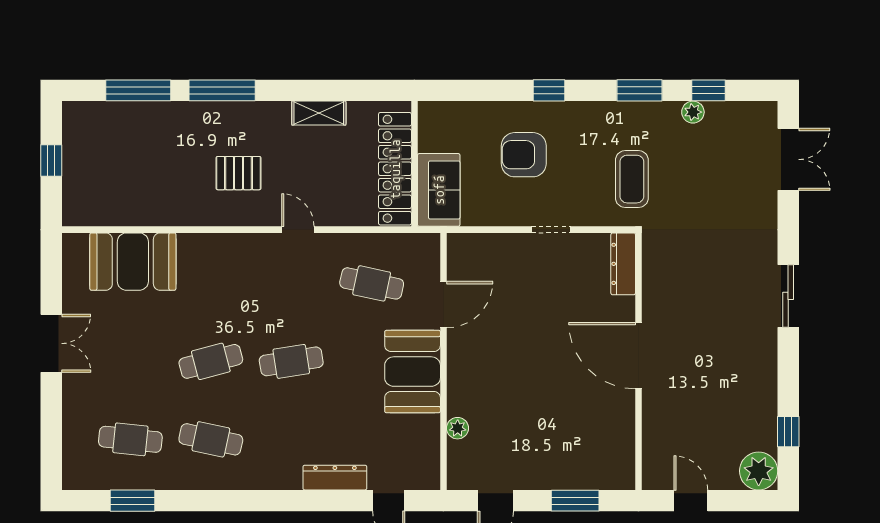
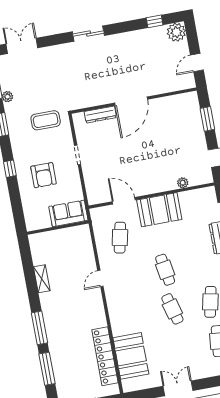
locker: (395, 169) -> (105, 356), moved, turned 90
pallet: (239, 173) -> (78, 312), removed
dresser: (623, 264) -> (100, 115), moved

